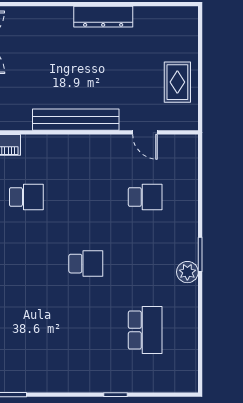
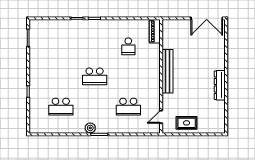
door: (145, 132) -> (161, 117), moved
school desk: (145, 197) -> (128, 107), width x1.85
school desk: (86, 264) -> (95, 76), width x1.85

